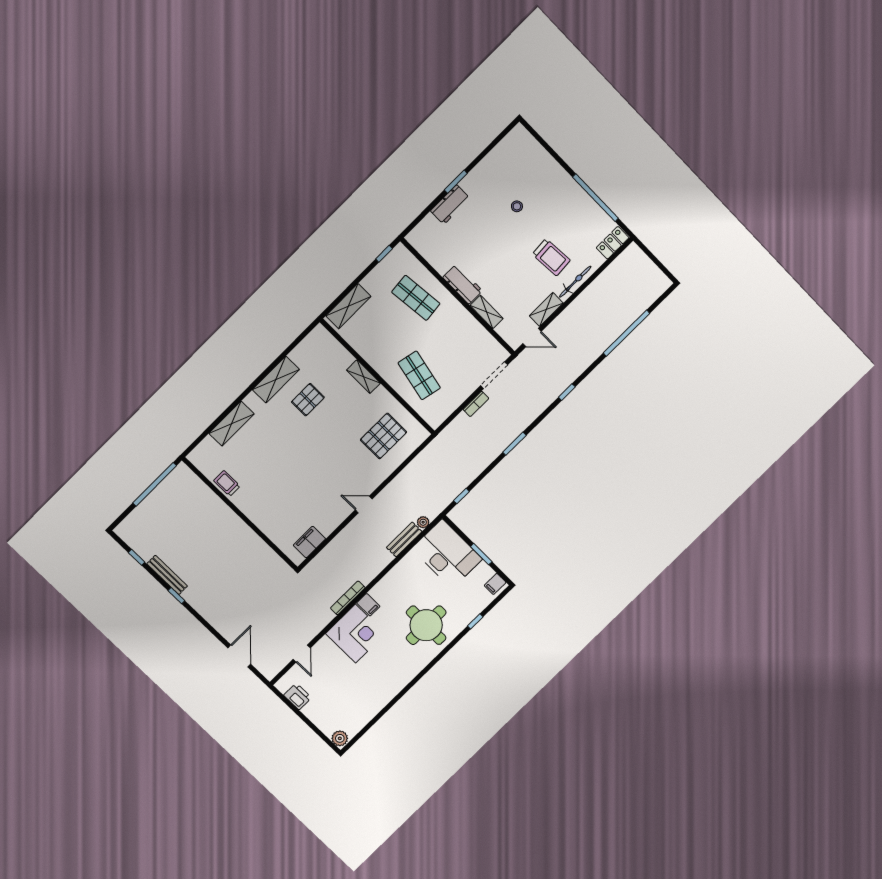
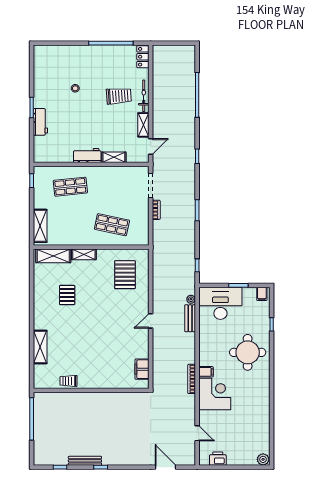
shelving: (276, 380) -> (53, 256), moved, turned 90

